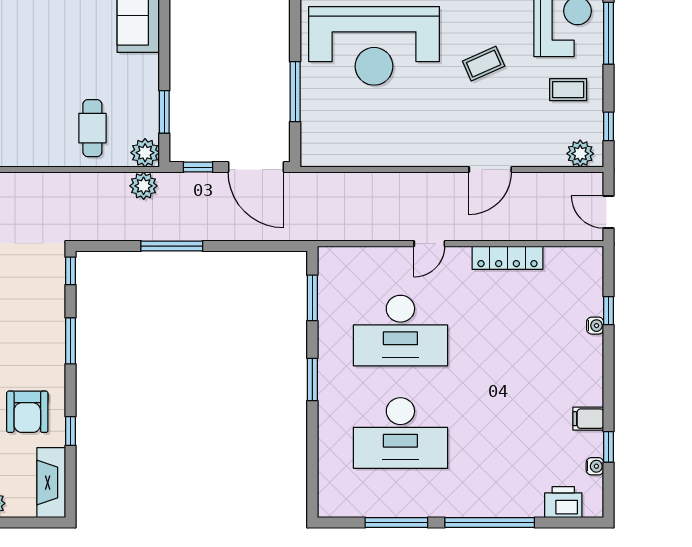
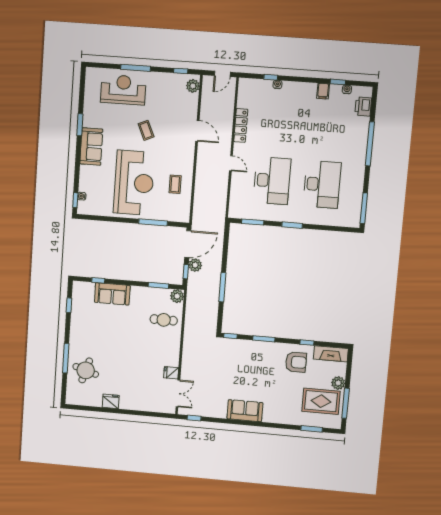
coffee table: (568, 90) -> (175, 184), moved
plant: (144, 186) -> (195, 265), moved
window: (396, 522) -> (364, 208), moved

